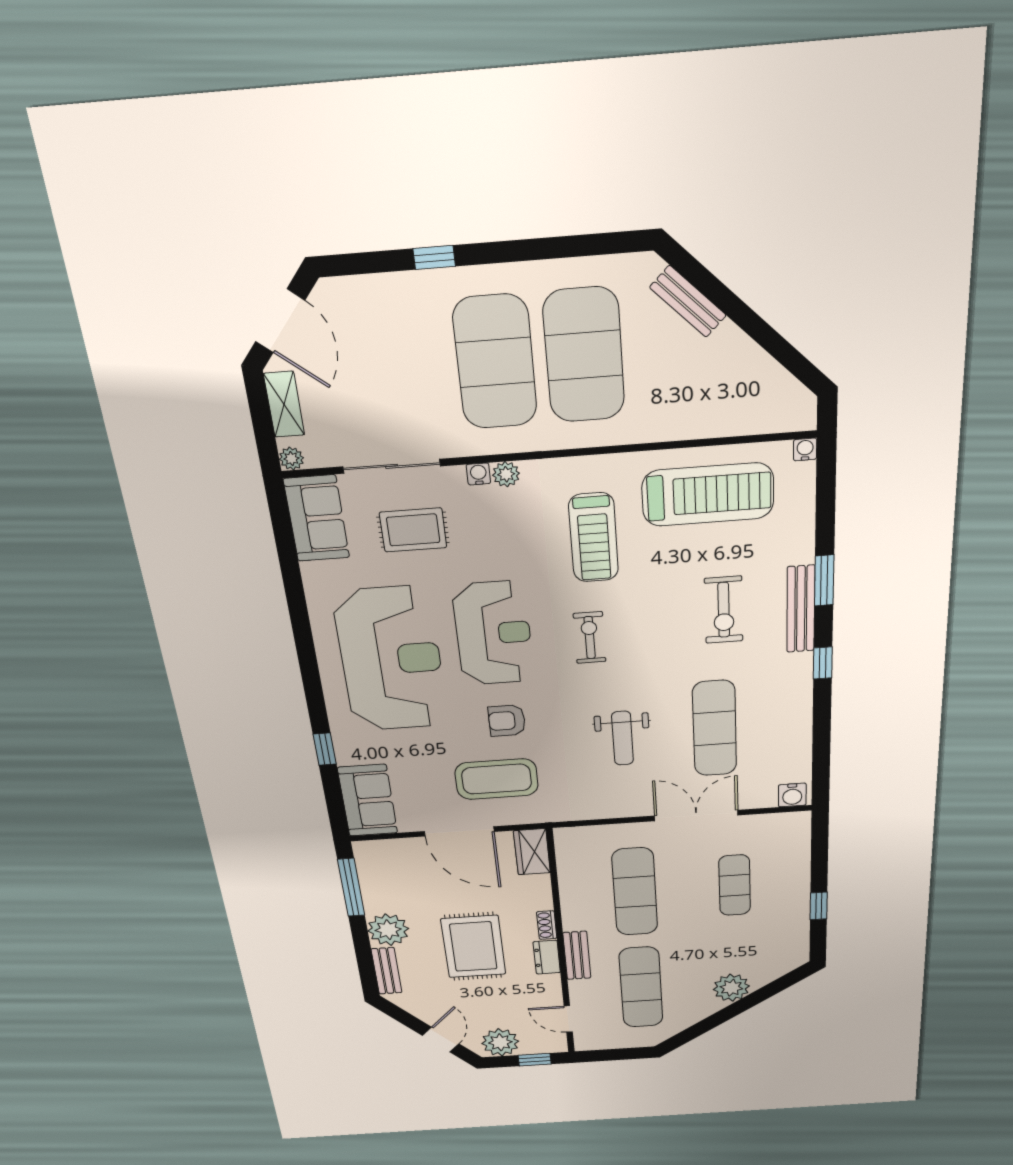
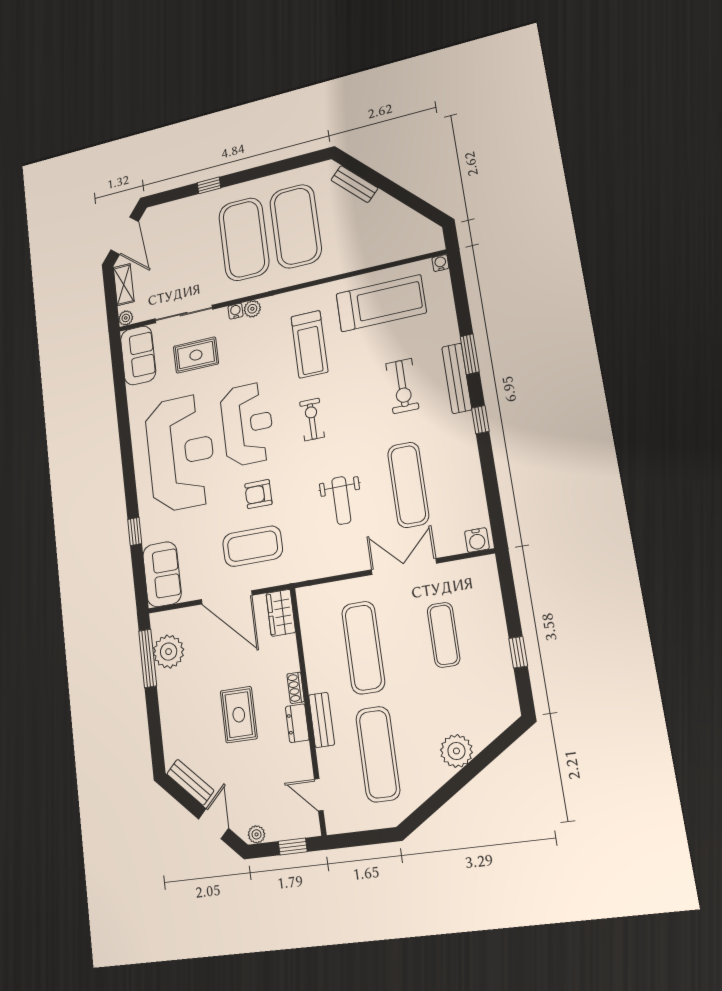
plant: (388, 930) -> (169, 652), moved
rug: (473, 947) -> (239, 715), width x0.73, depth x0.70
bench: (387, 971) -> (190, 782), moved, turned -45
plant: (500, 1042) -> (257, 834), width x0.53, depth x0.53

